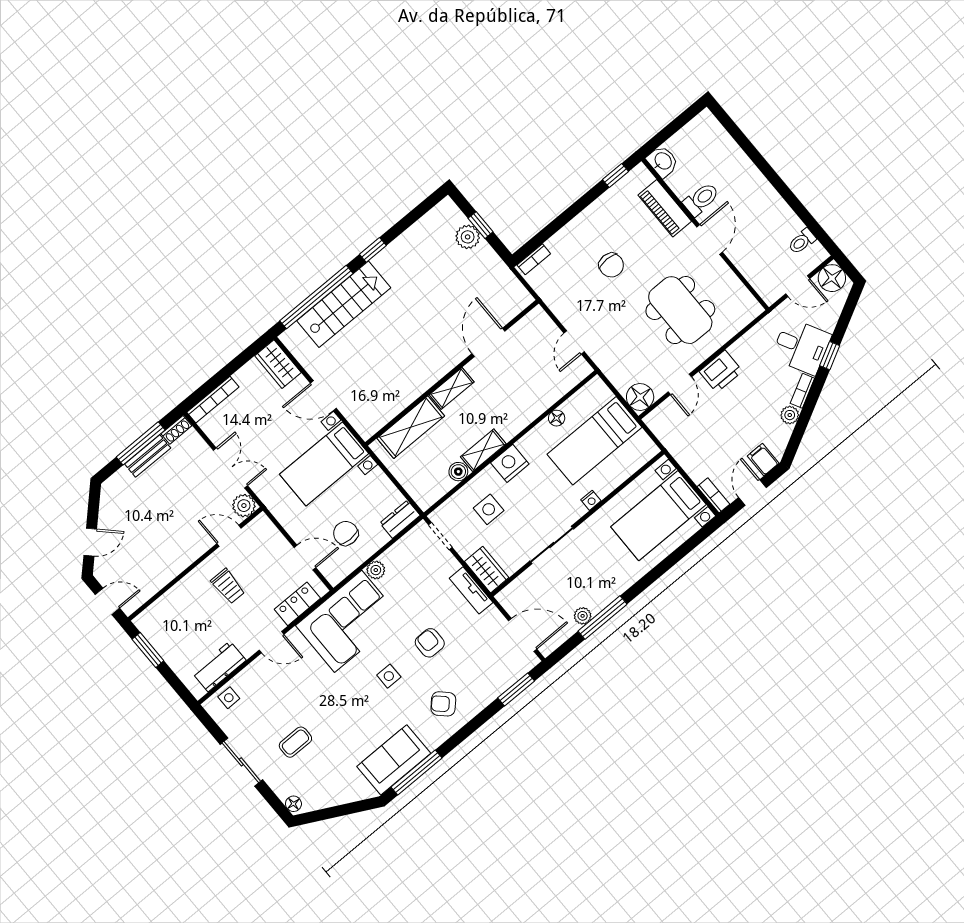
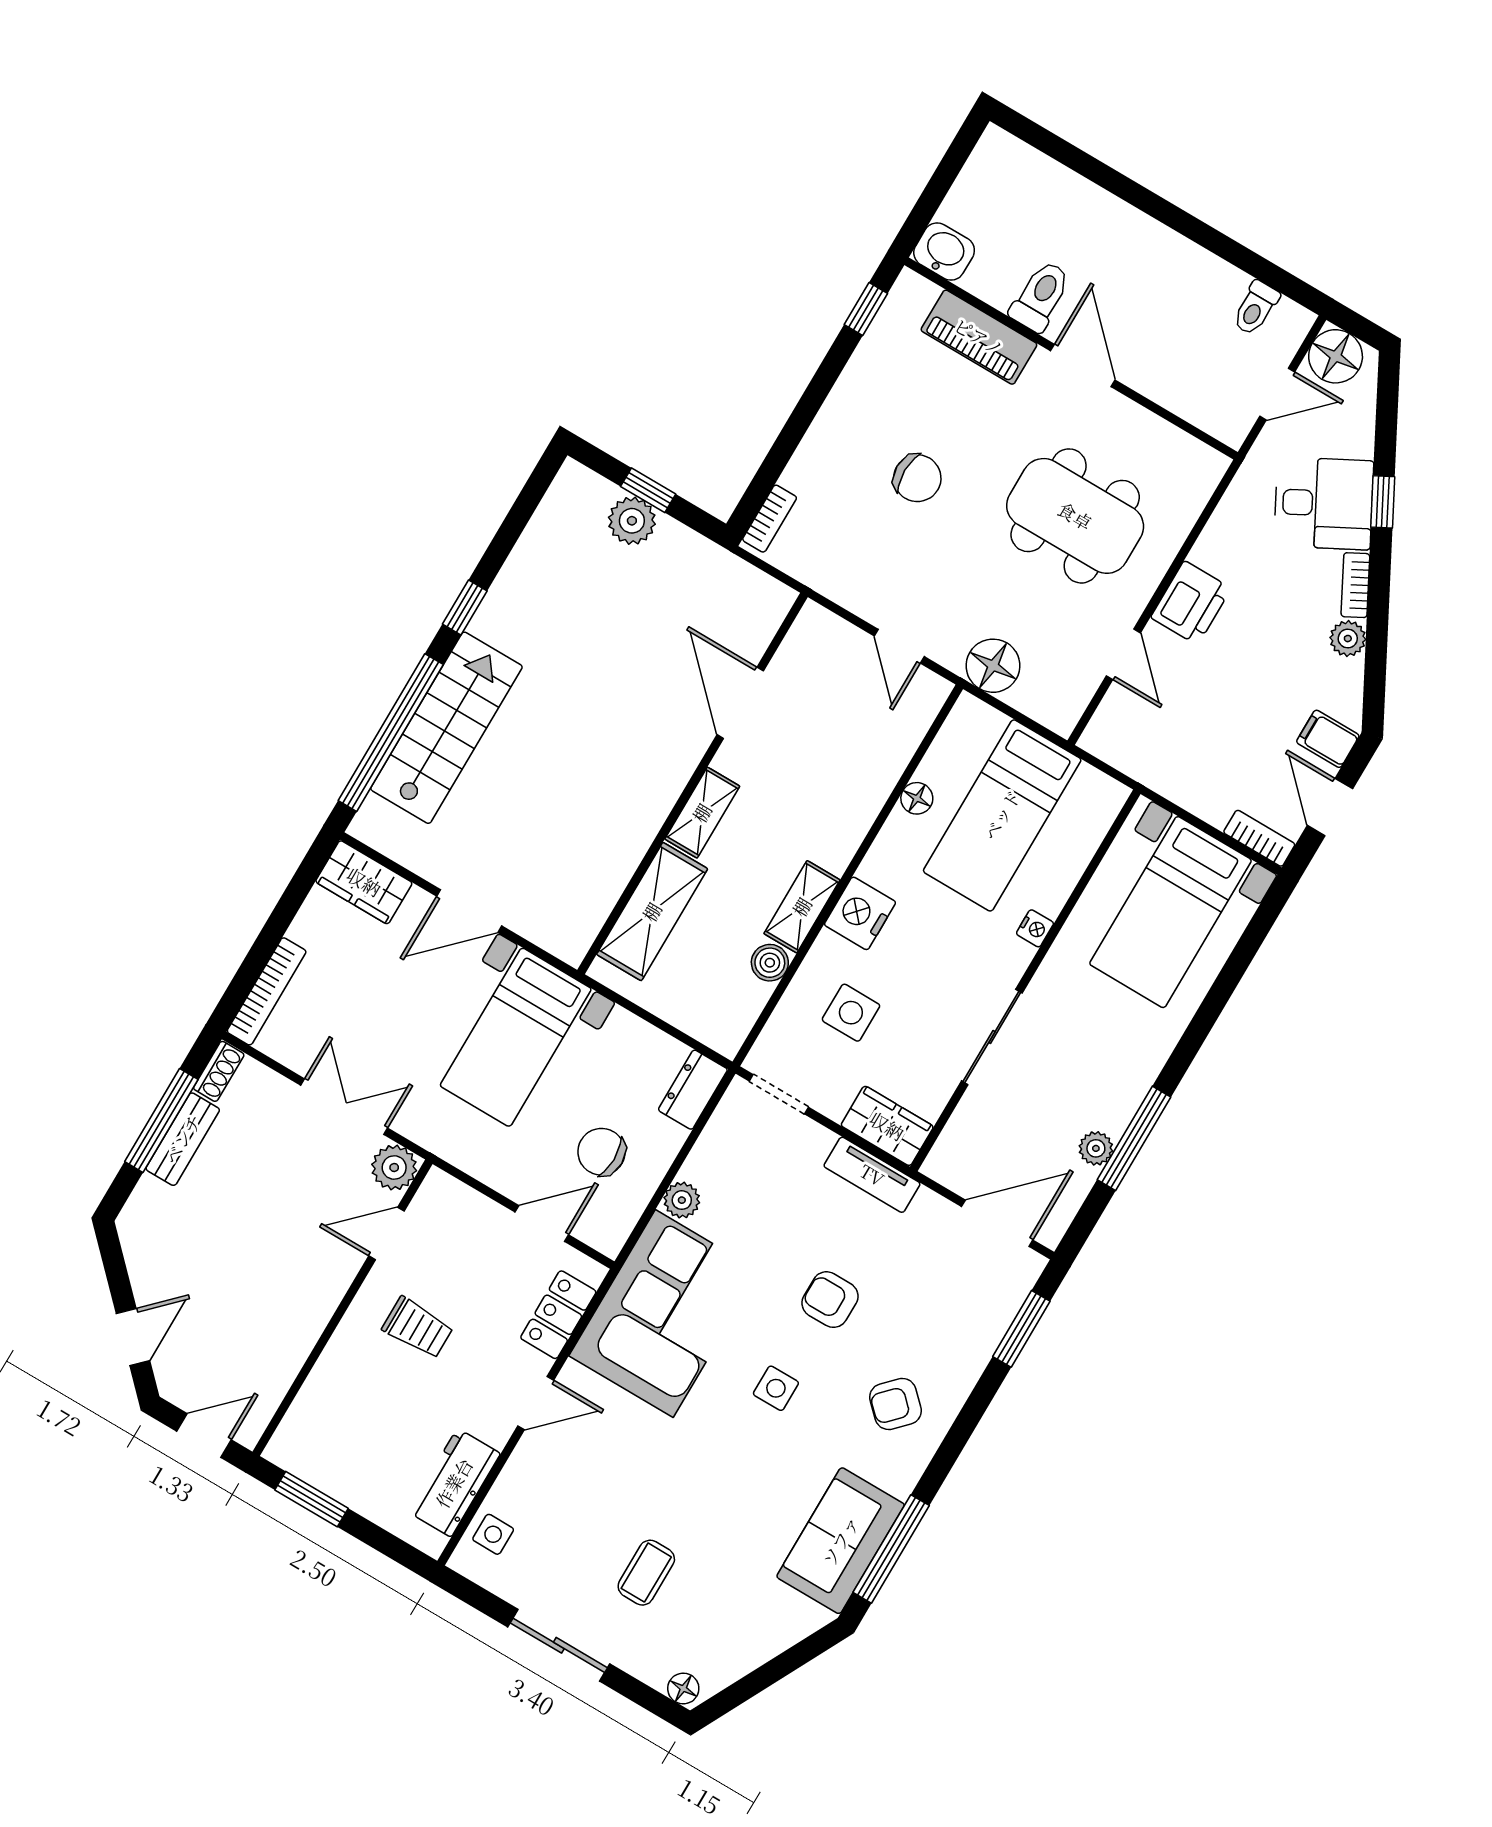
floor lamp: (640, 397) -> (993, 666), moved

